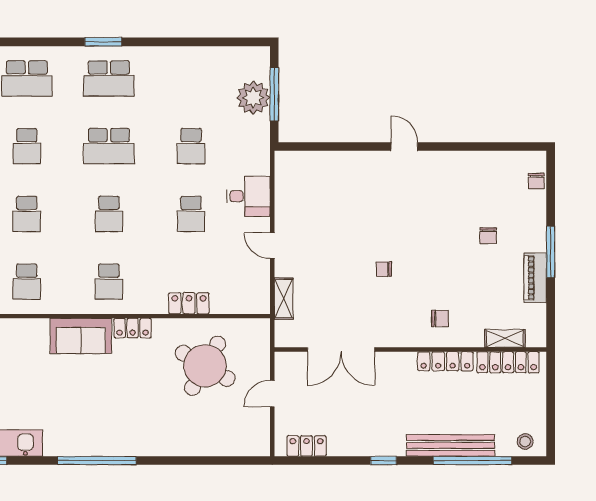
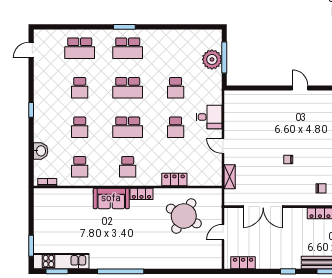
school desk: (109, 214) -> (128, 127), width x1.85

